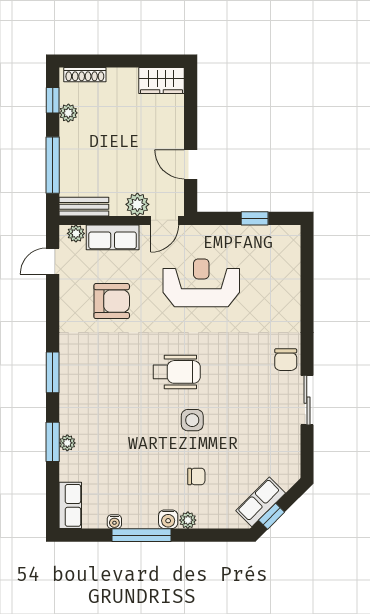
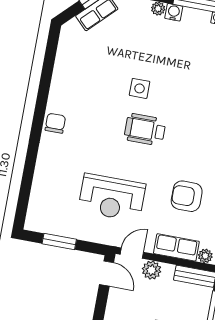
door: (191, 164) -> (107, 274), moved
window: (255, 218) -> (59, 241), width x1.50
sliding door: (307, 400) -> (44, 87), removed
chair: (196, 476) -> (145, 42), removed

